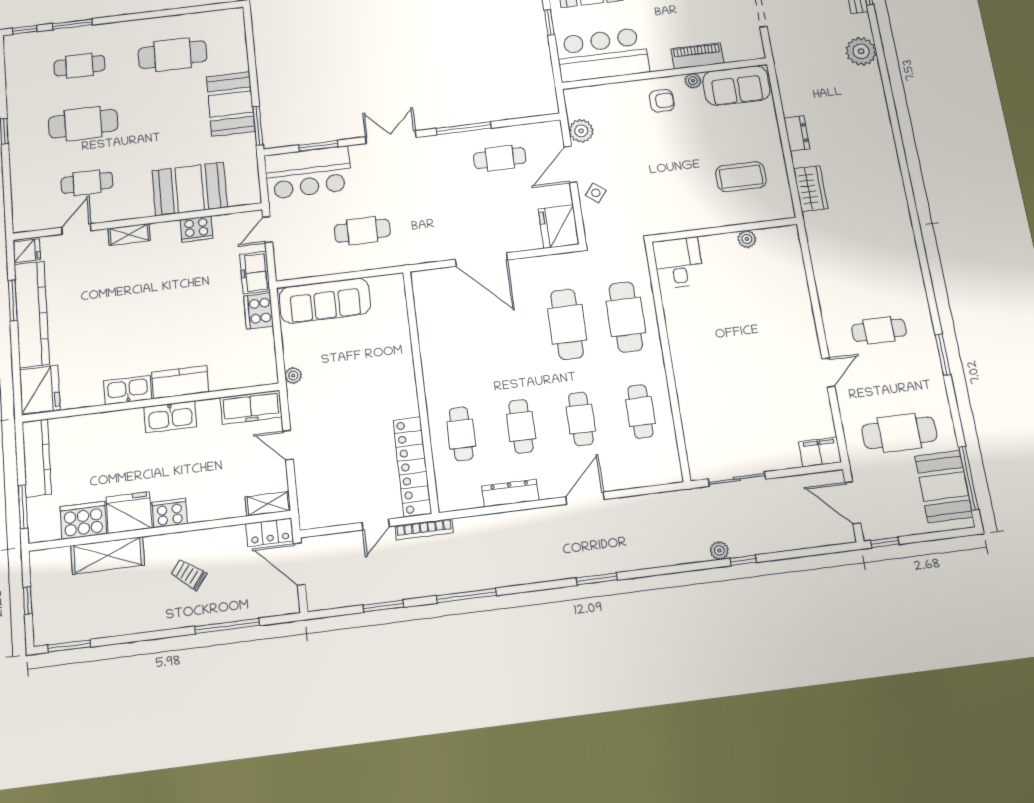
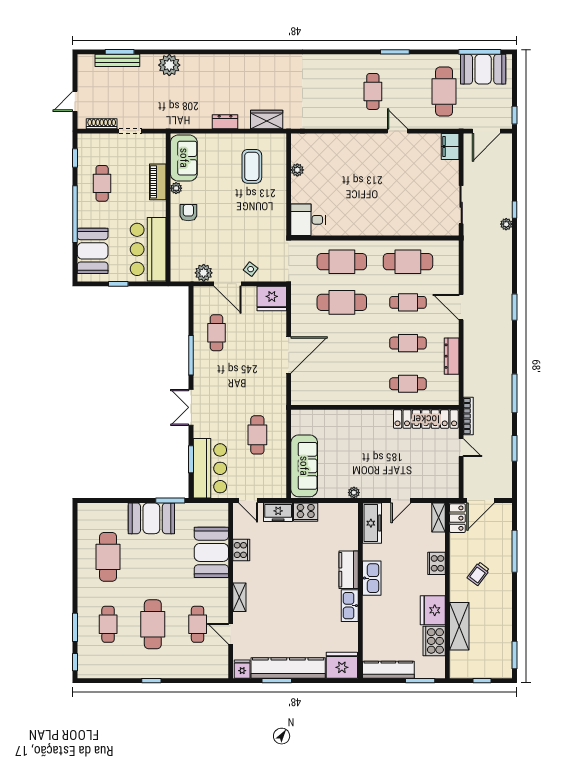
cafe table: (640, 411) -> (408, 262), width x1.37, depth x1.35
cooker: (170, 513) -> (436, 563), moved

